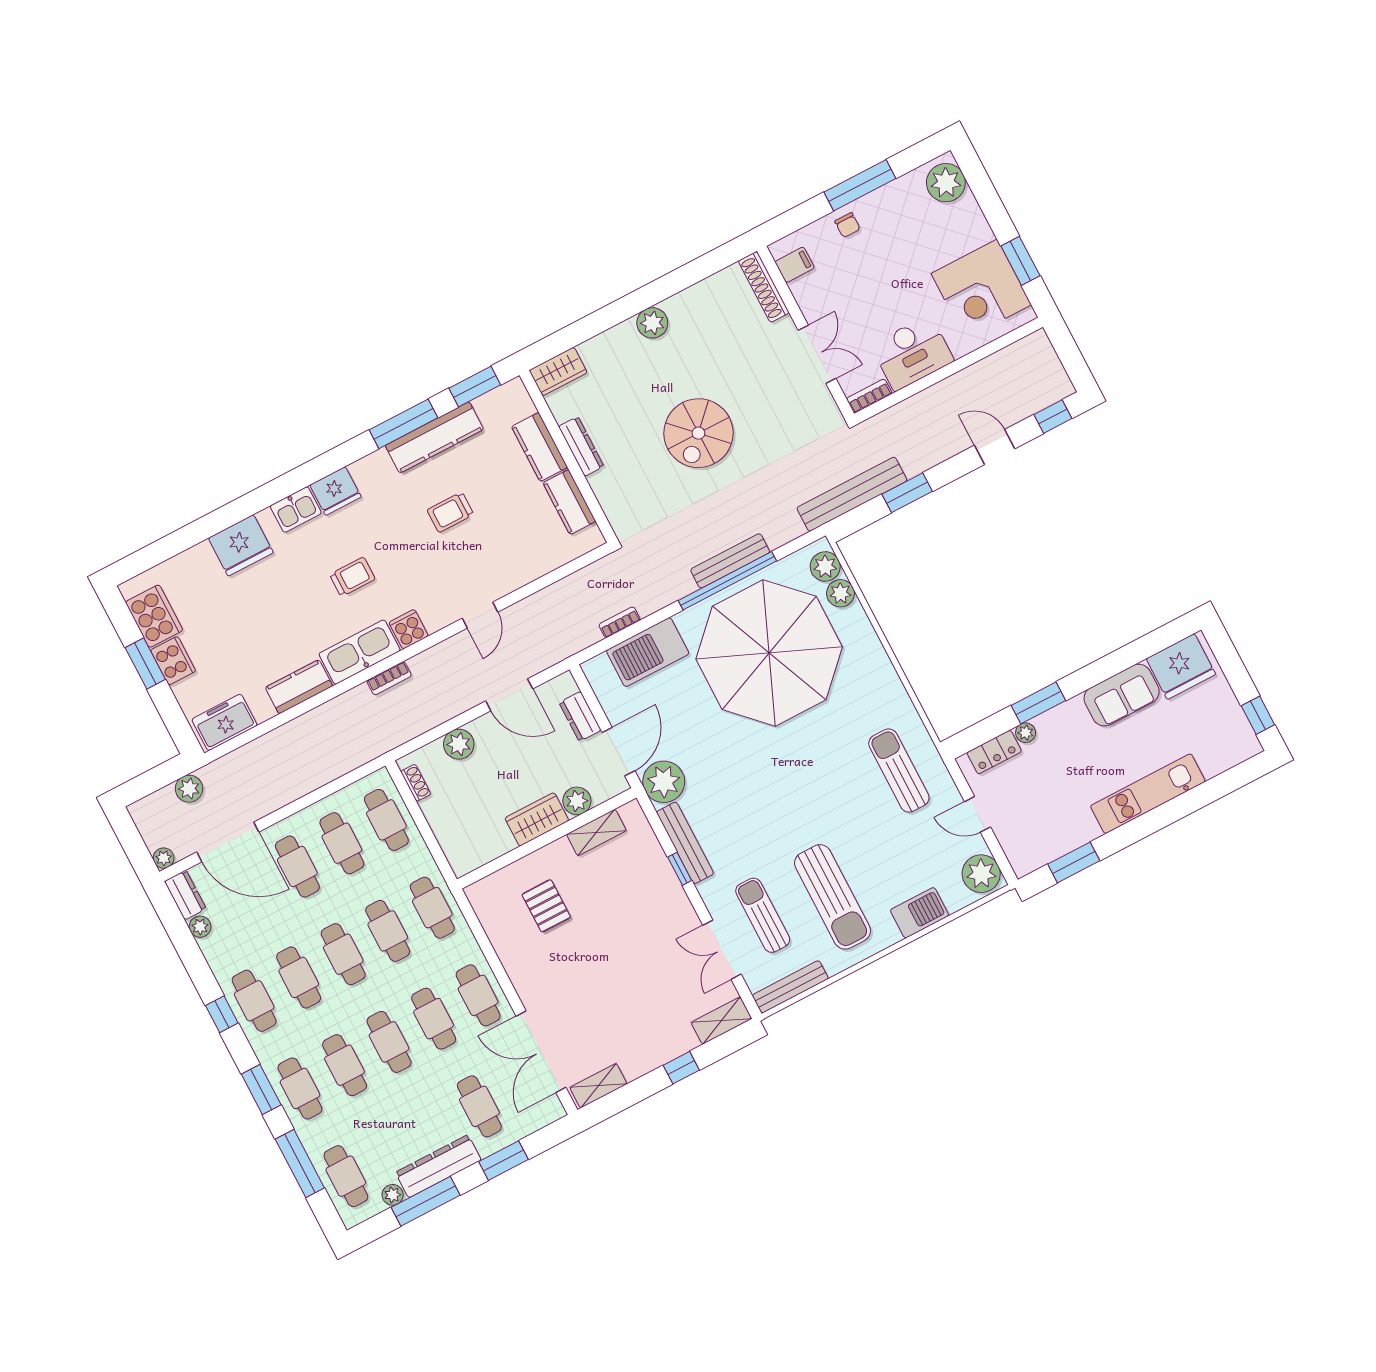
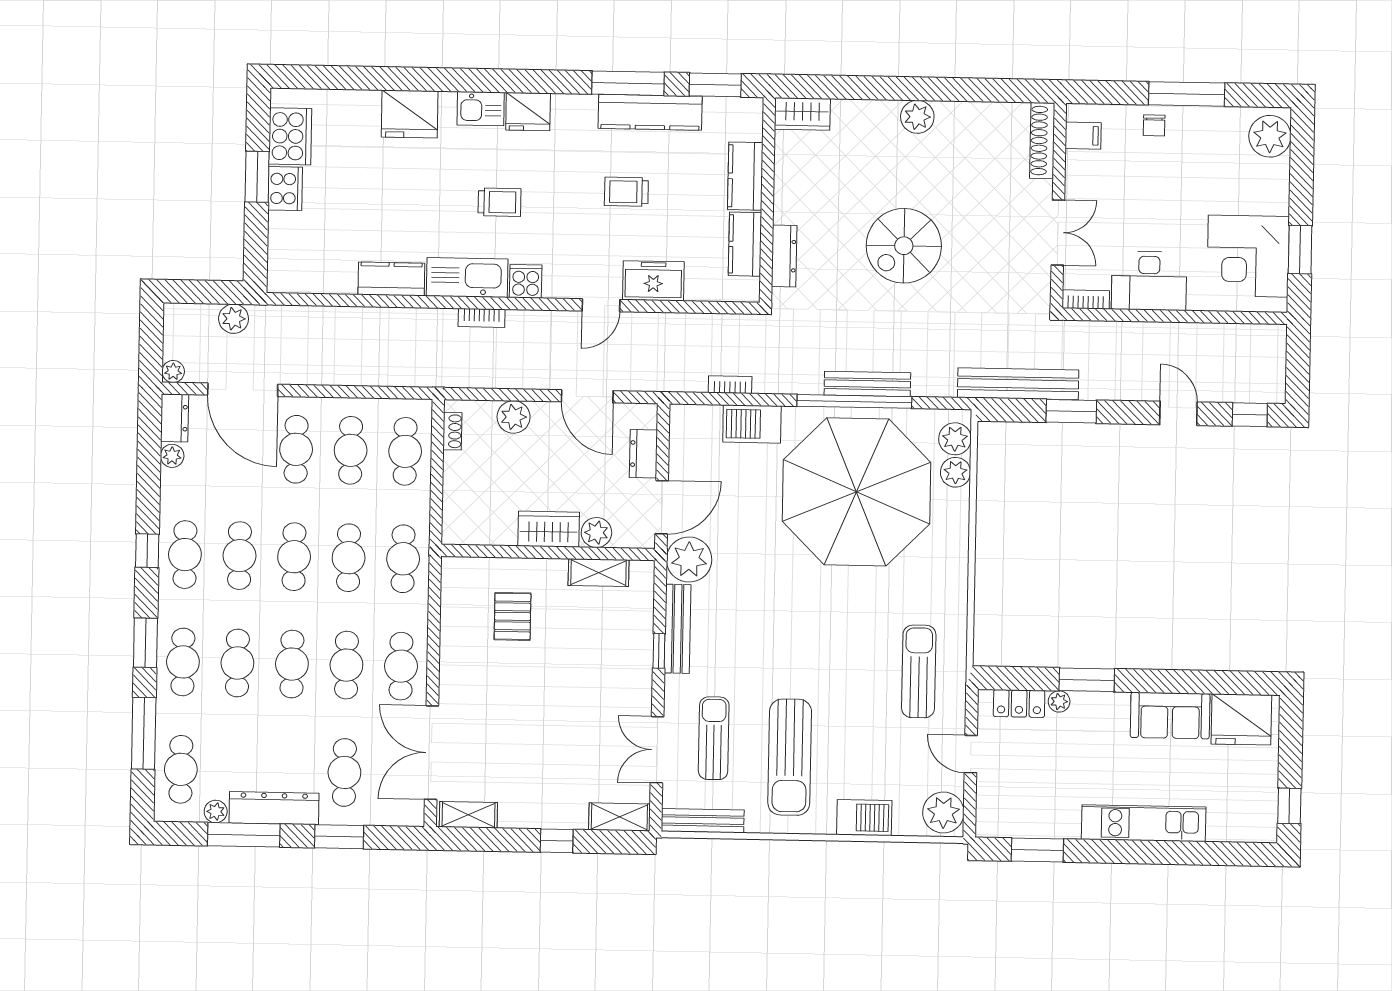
dresser: (581, 446) -> (784, 256), moved
barbecue: (648, 652) -> (752, 424), width x0.73, depth x0.83
freezer: (224, 722) -> (653, 281), moved

